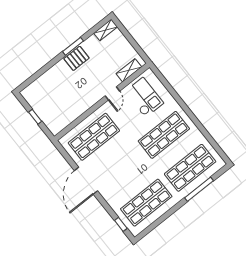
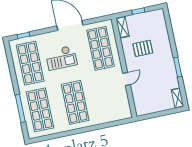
pallet: (76, 58) -> (143, 48), moved, turned 90
shelving: (129, 70) -> (122, 27), moved
door: (112, 93) -> (126, 79), swing flipped
checkout: (144, 97) -> (61, 58), moved

